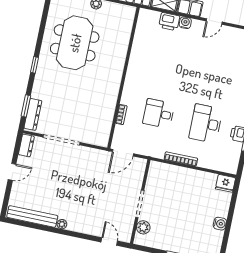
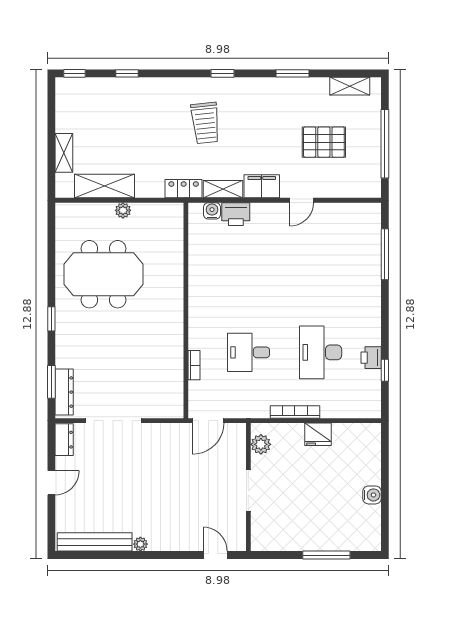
water cooler: (185, 23) -> (212, 211), moved
meeting table: (75, 43) -> (104, 274), turned 90
fridge: (225, 183) -> (318, 434), moved
plant: (143, 227) -> (261, 444), moved

